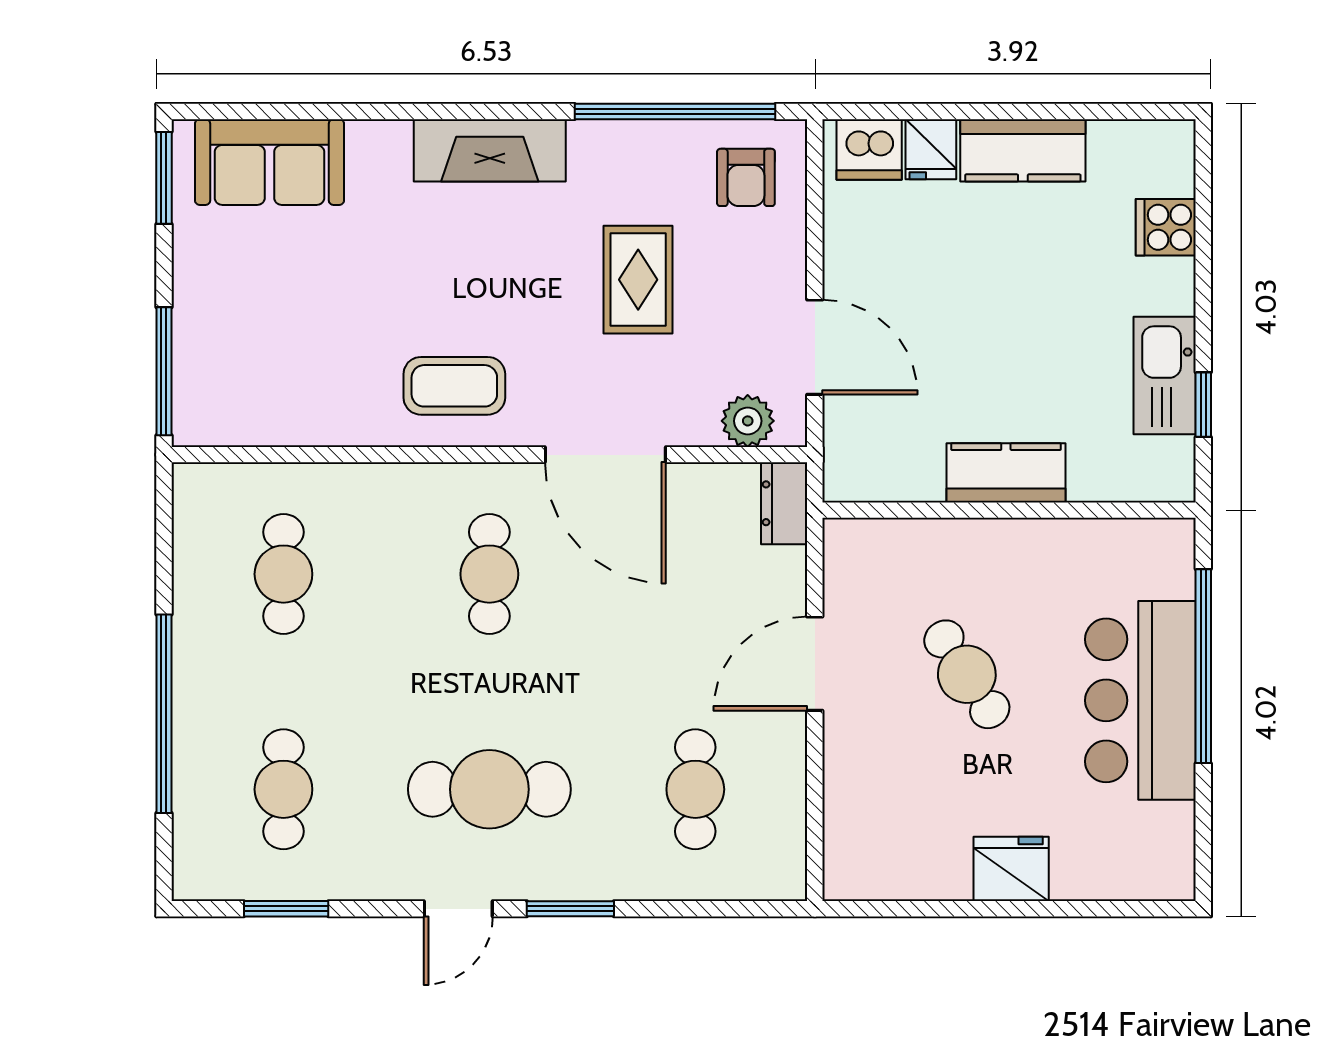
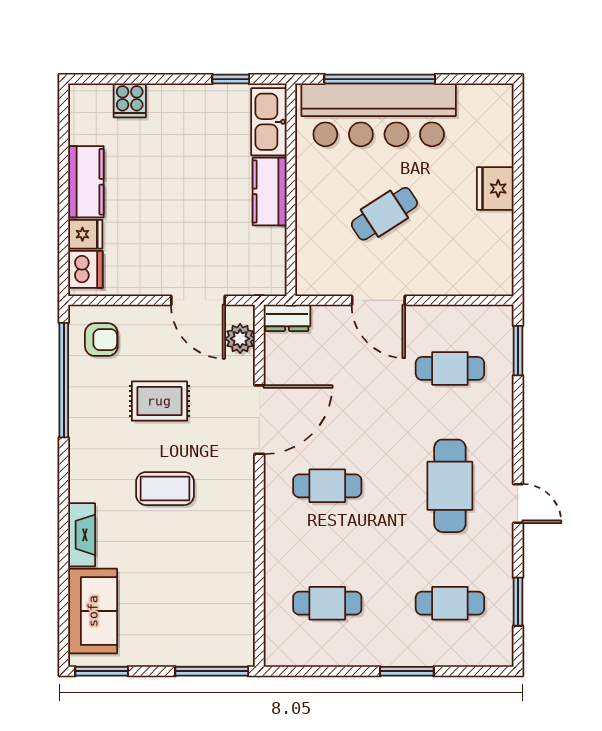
fireplace: (490, 150) -> (82, 535), moved, width x0.73, depth x0.76
door: (815, 347) -> (198, 300), swing flipped
kitchen sink: (1165, 376) -> (269, 122), moved, turned 90
coffee table: (454, 386) -> (165, 489), moved, turned 90
bar counter: (1140, 700) -> (379, 115), width x1.36
window: (164, 714) -> (407, 671), width x0.47
window: (570, 909) -> (518, 351), moved

